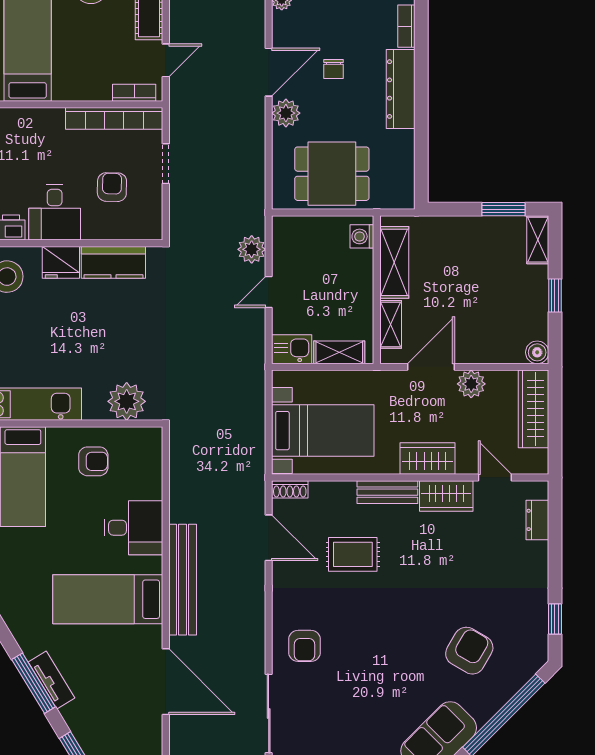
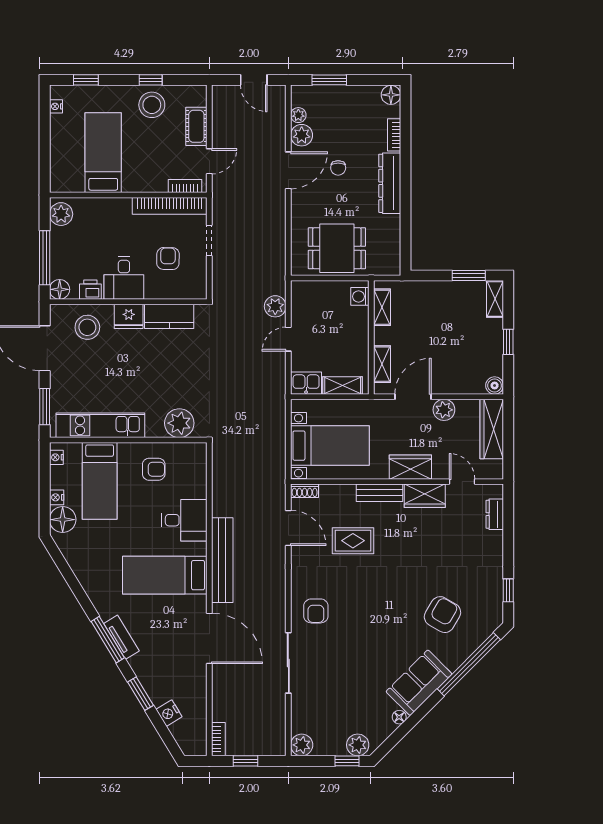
plant: (286, 113) -> (302, 135), moved
shelving: (394, 262) -> (382, 307), width x0.67, depth x0.75

